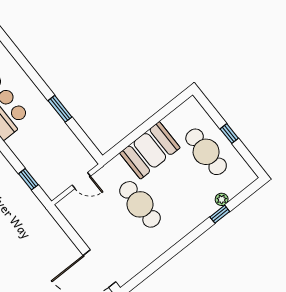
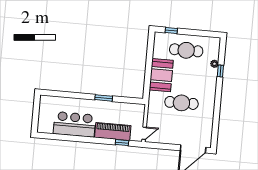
window: (229, 134) -> (171, 30), moved
piano: (31, 156) -> (113, 132), added
door: (81, 181) -> (144, 133), moved

